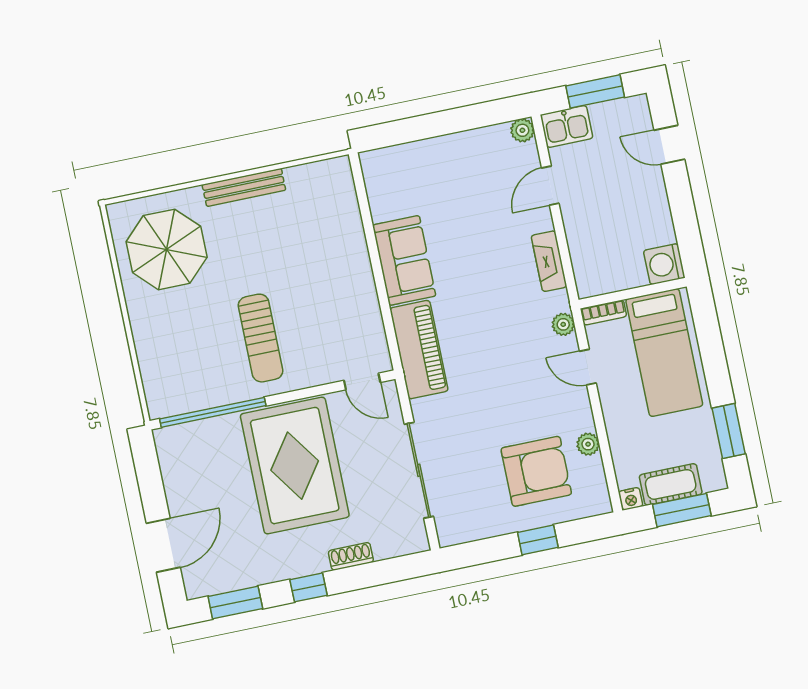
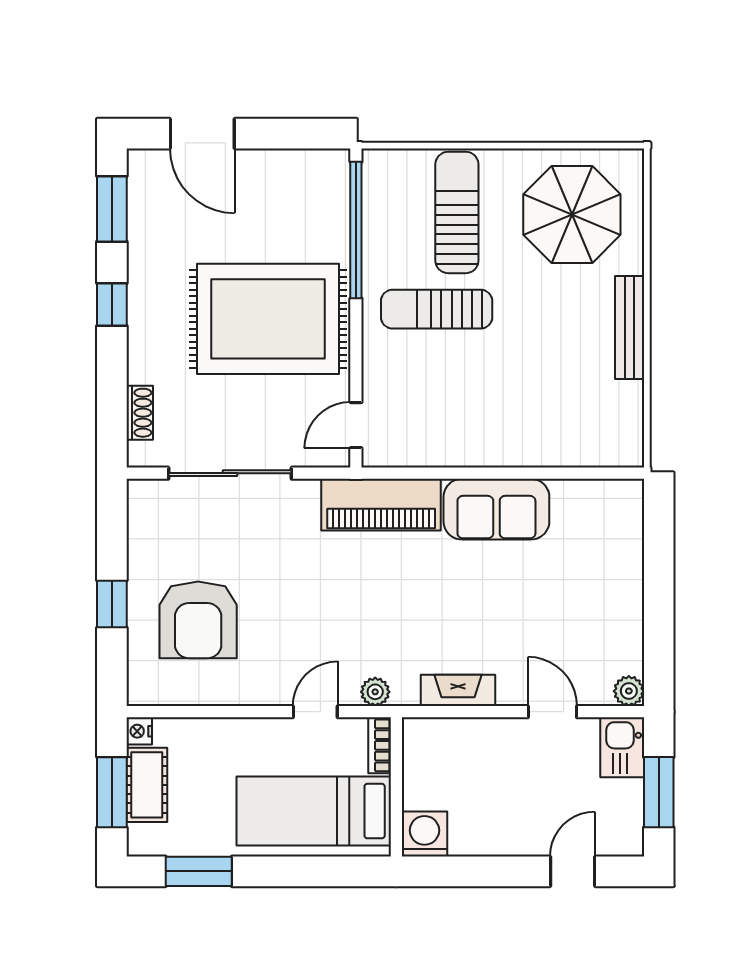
sun lounger: (183, 338) -> (457, 212), added
plant: (588, 444) -> (219, 692), removed
shoe rack: (351, 556) -> (140, 413), moved

